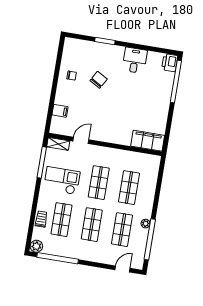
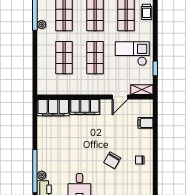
plant: (170, 77) -> (42, 175), added
filing cabinet: (117, 136) -> (85, 107), added
window: (42, 162) -> (155, 68), width x0.46
checkout: (62, 181) -> (132, 54), turned 180

